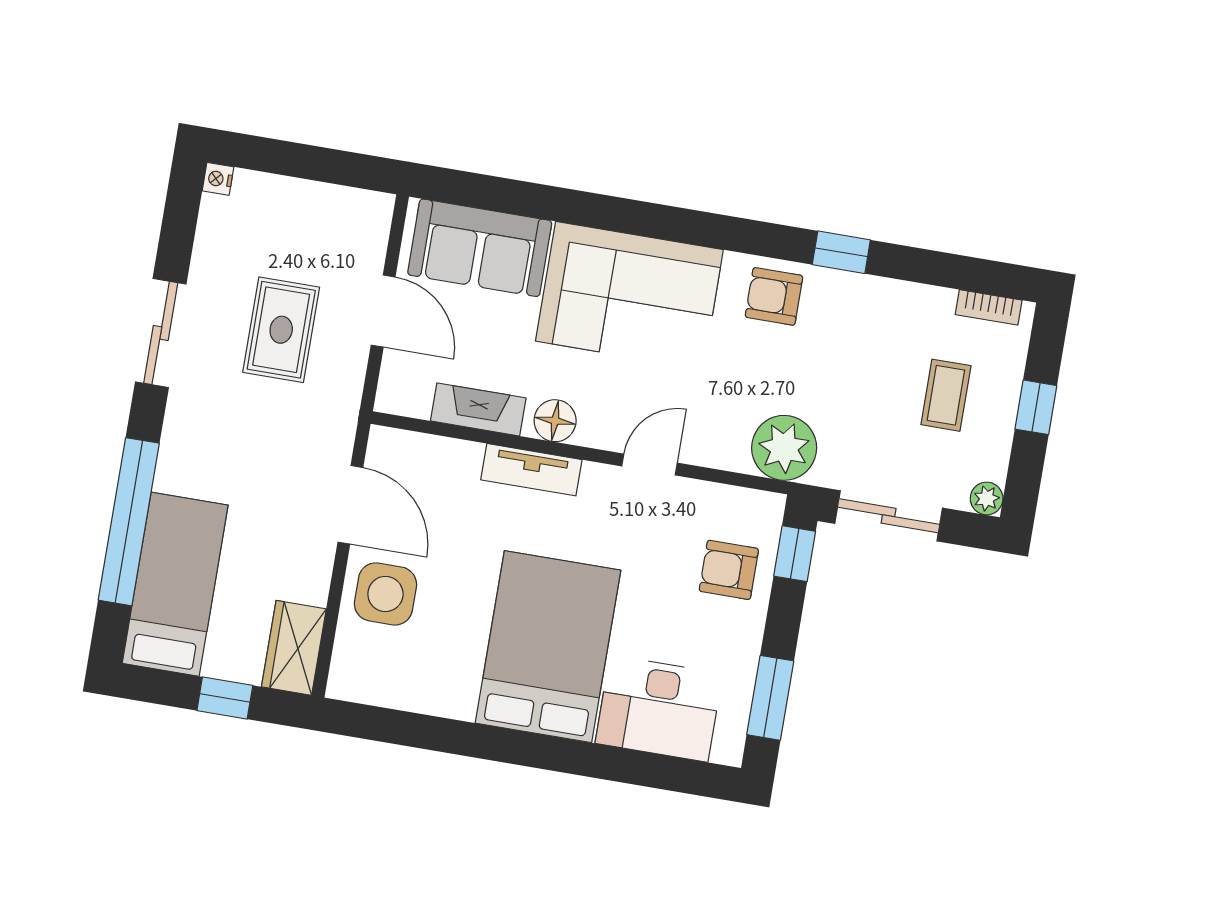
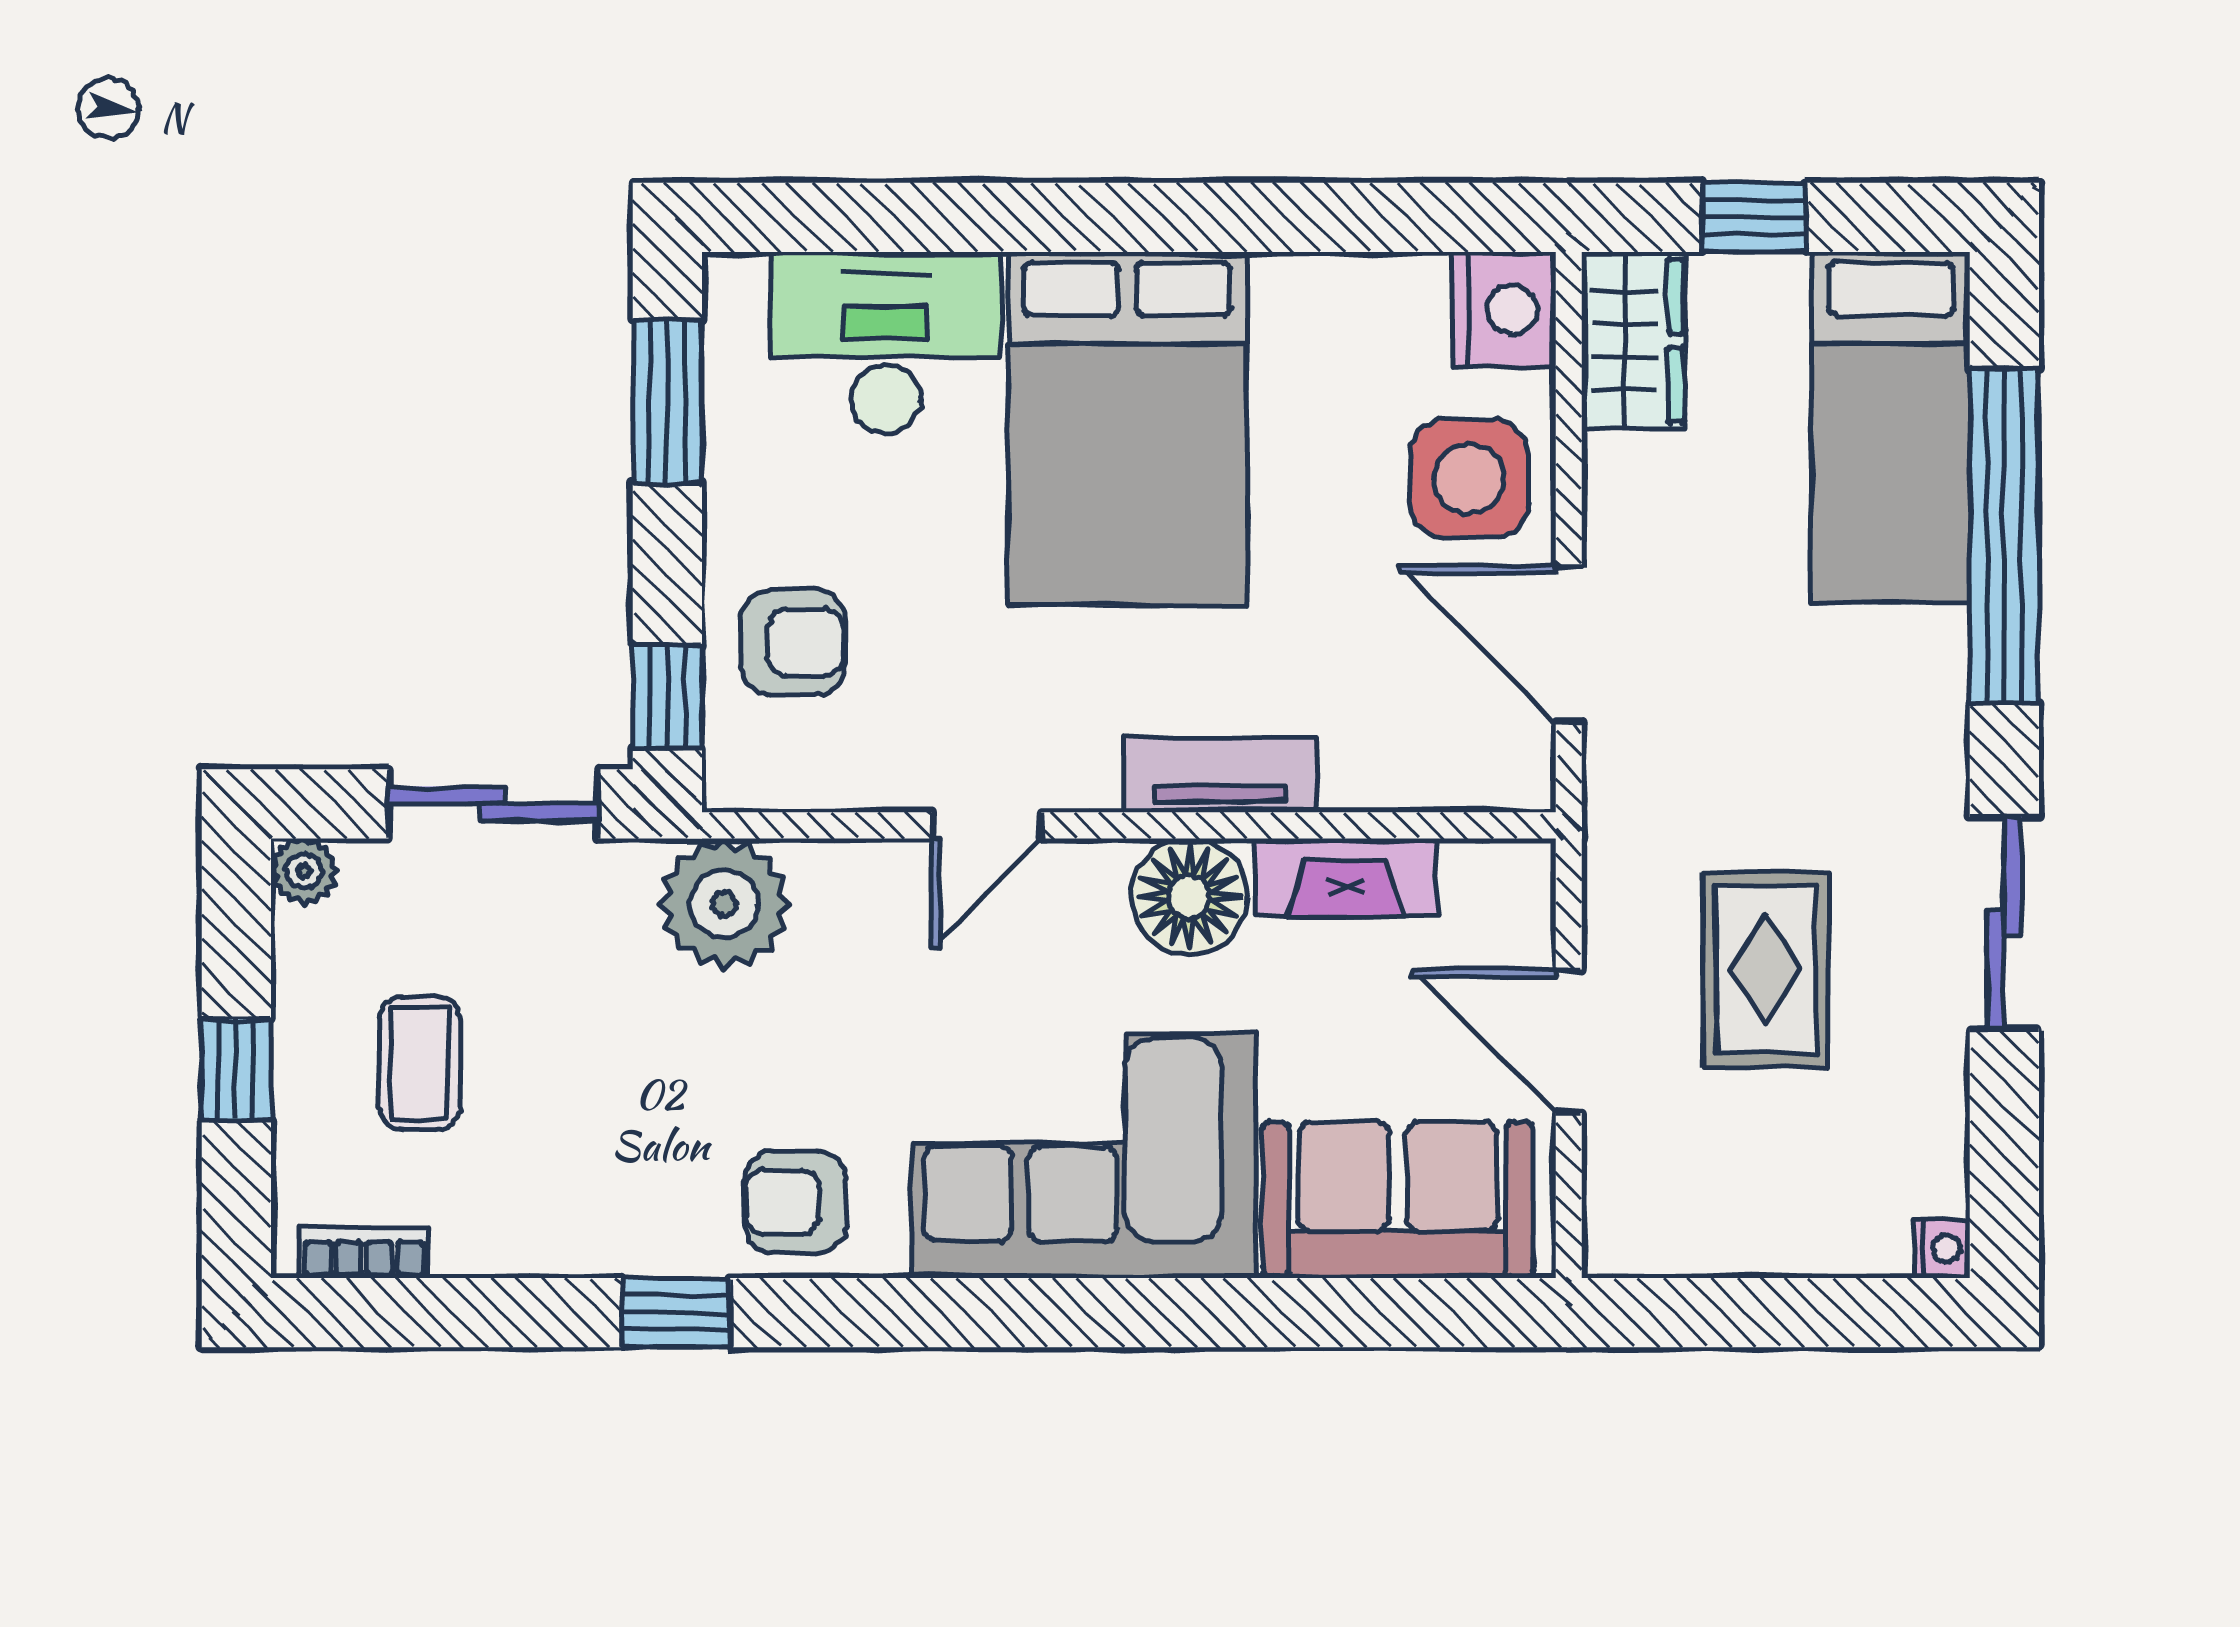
armchair: (774, 296) -> (795, 1202), turned 180
floor lamp: (555, 421) -> (1189, 897), width x1.38, depth x1.38
nightstand: (354, 674) -> (1504, 310), added

